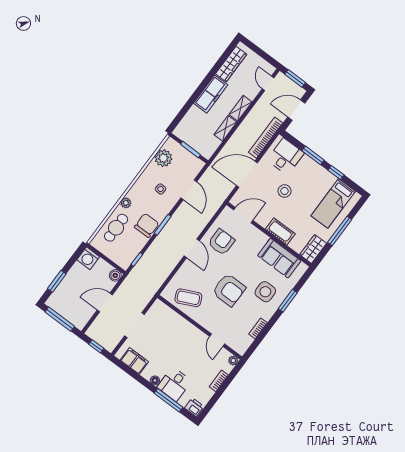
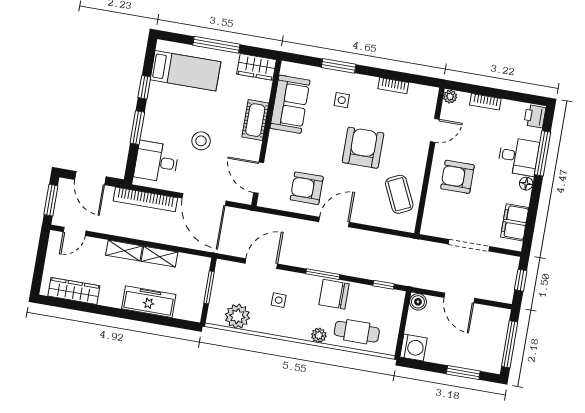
freezer: (211, 94) -> (149, 302), moved
side table: (265, 292) -> (342, 100), width x0.54, depth x0.54
armchair: (181, 340) -> (457, 177), added

